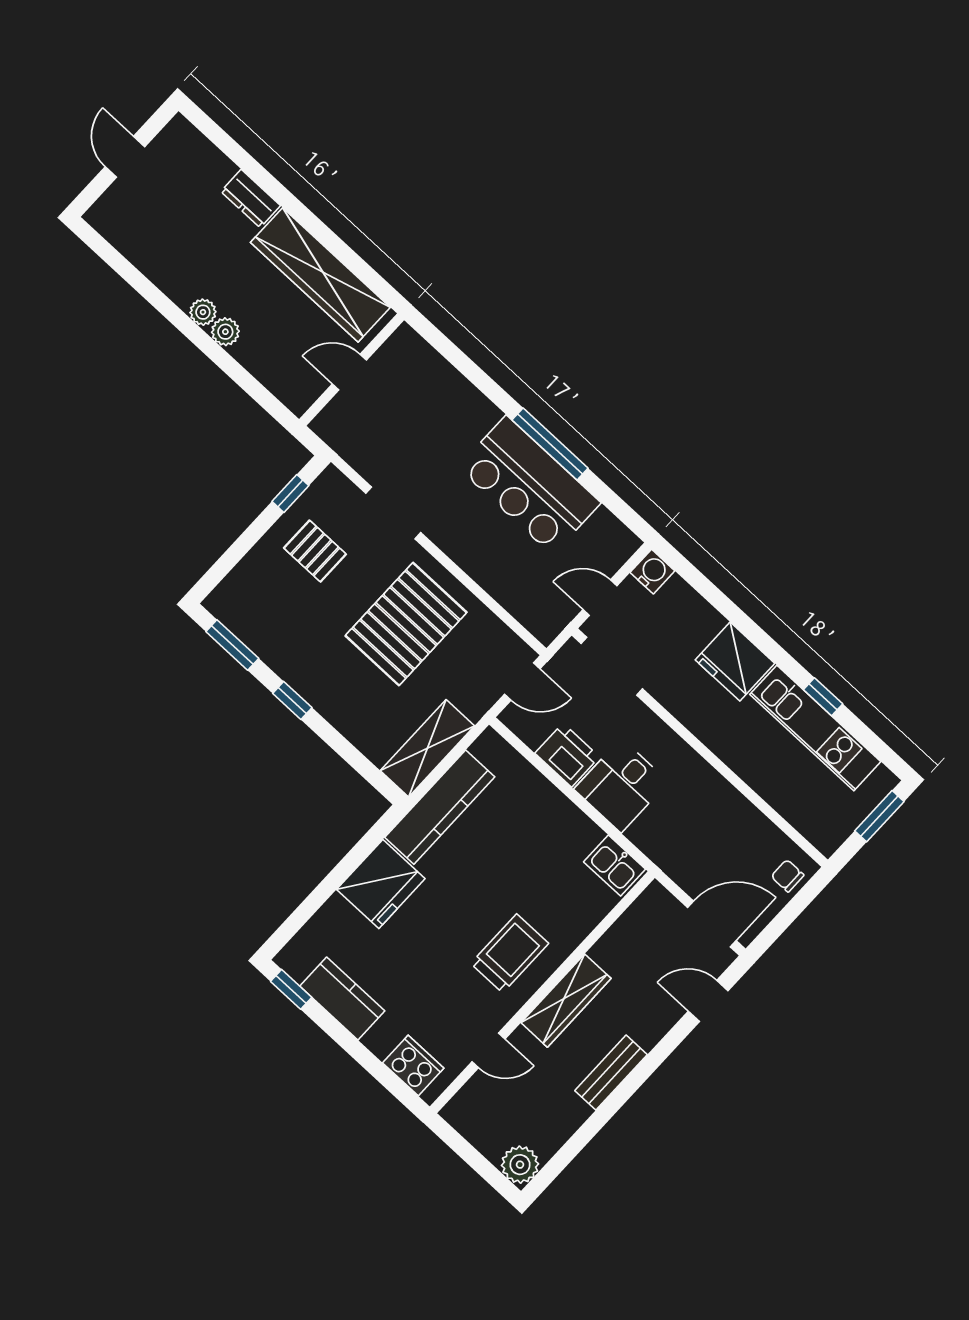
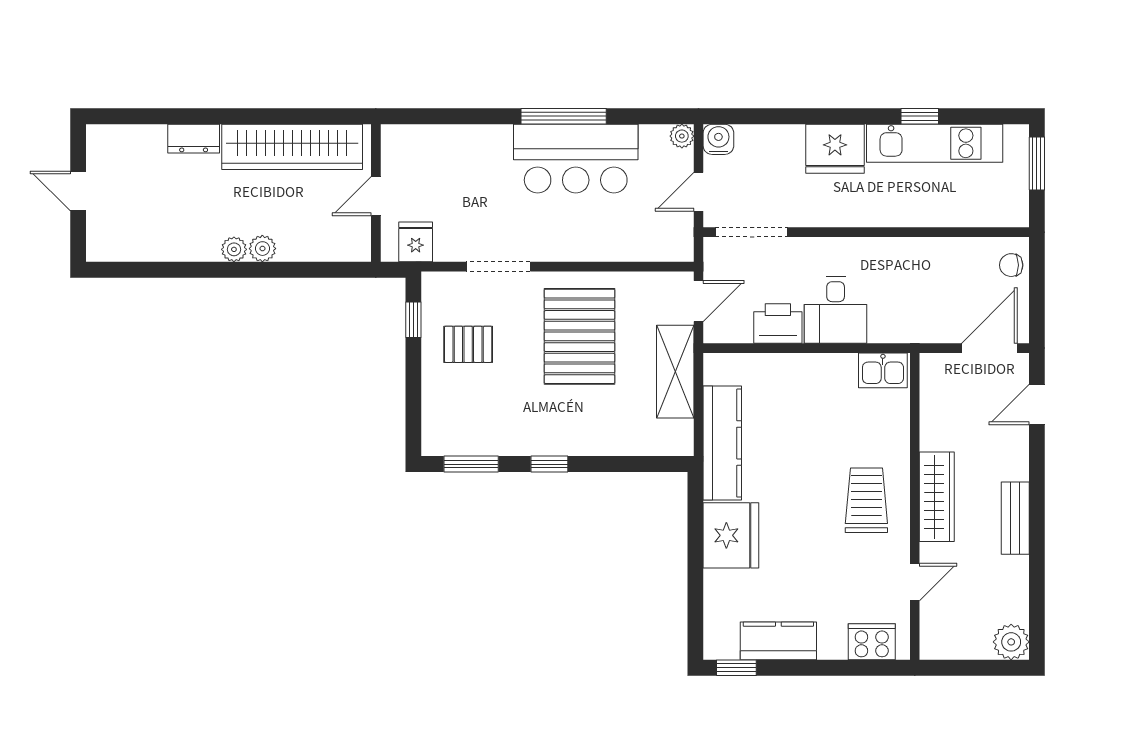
fridge: (347, 435) -> (416, 242), added
plant: (627, 543) -> (682, 136), added
shelving: (427, 748) -> (675, 372), moved

